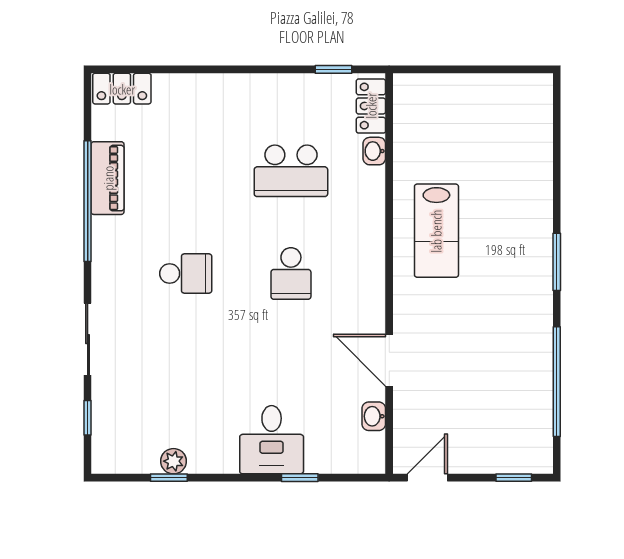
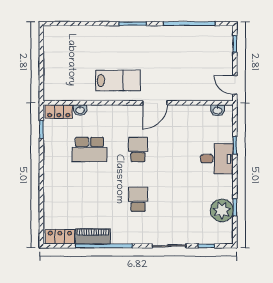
locker: (122, 89) -> (60, 237), moved, turned -90
school desk: (291, 171) -> (89, 149), turned 90
school desk: (291, 273) -> (138, 149), turned -90
door: (389, 360) -> (155, 103), moved
washbasin: (374, 416) -> (217, 110), moved
plant: (174, 461) -> (222, 210), width x1.87, depth x1.87

